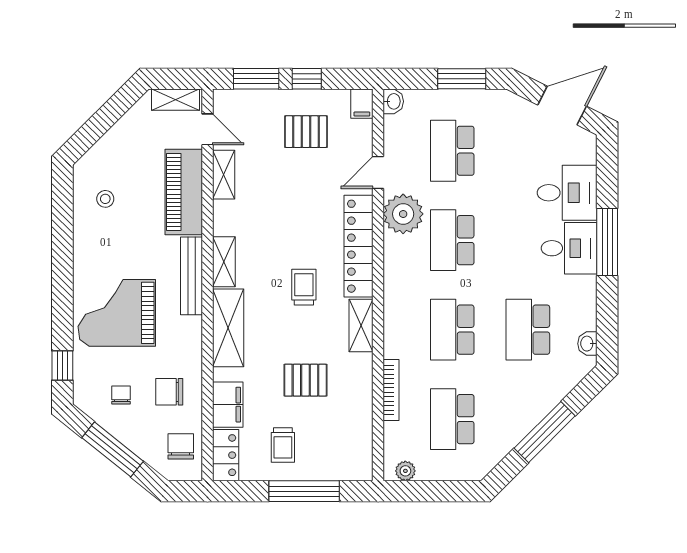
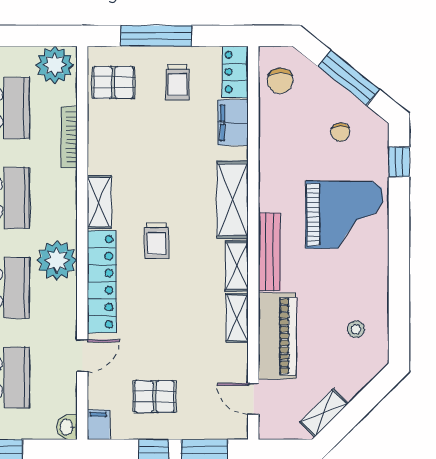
shelving: (176, 100) -> (324, 413), moved, turned -45
shelving: (224, 175) -> (237, 318), moved
plant: (403, 214) -> (57, 260), moved
pallet: (305, 380) -> (113, 83), moved
chair: (169, 392) -> (292, 136), removed
trolley: (283, 445) -> (178, 82), turned 180
plant: (405, 471) -> (55, 65), width x1.88, depth x1.88

